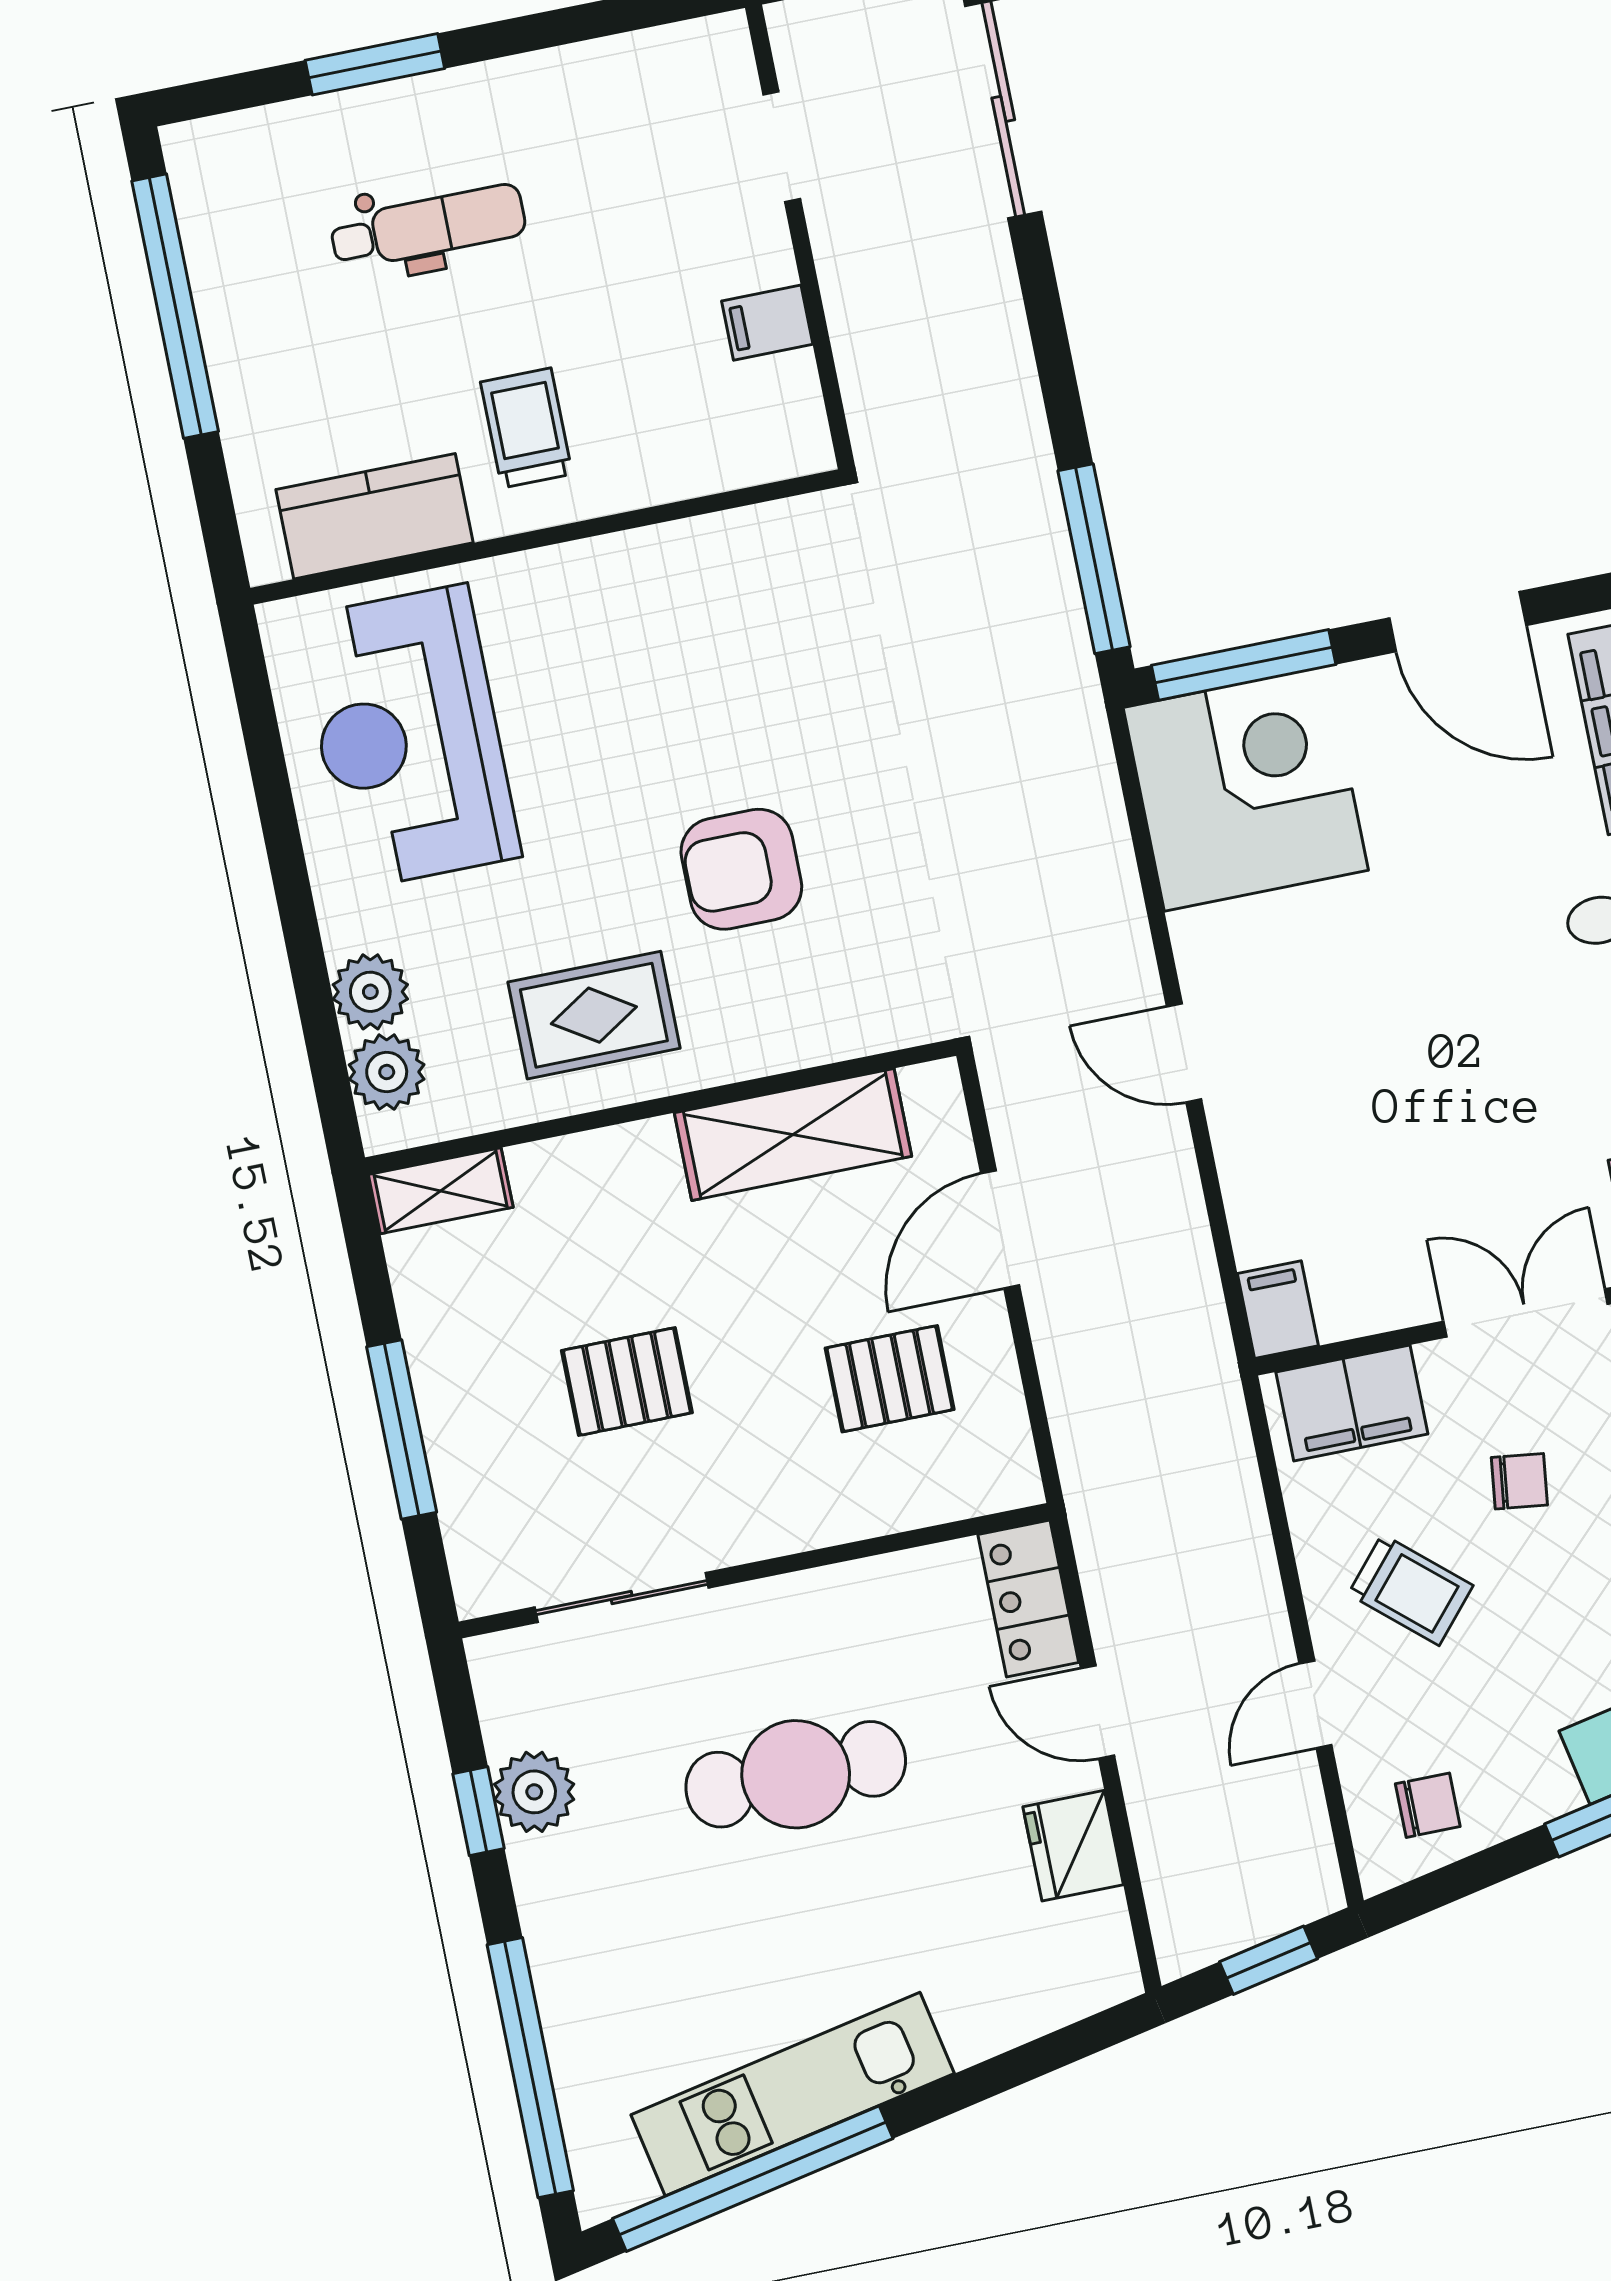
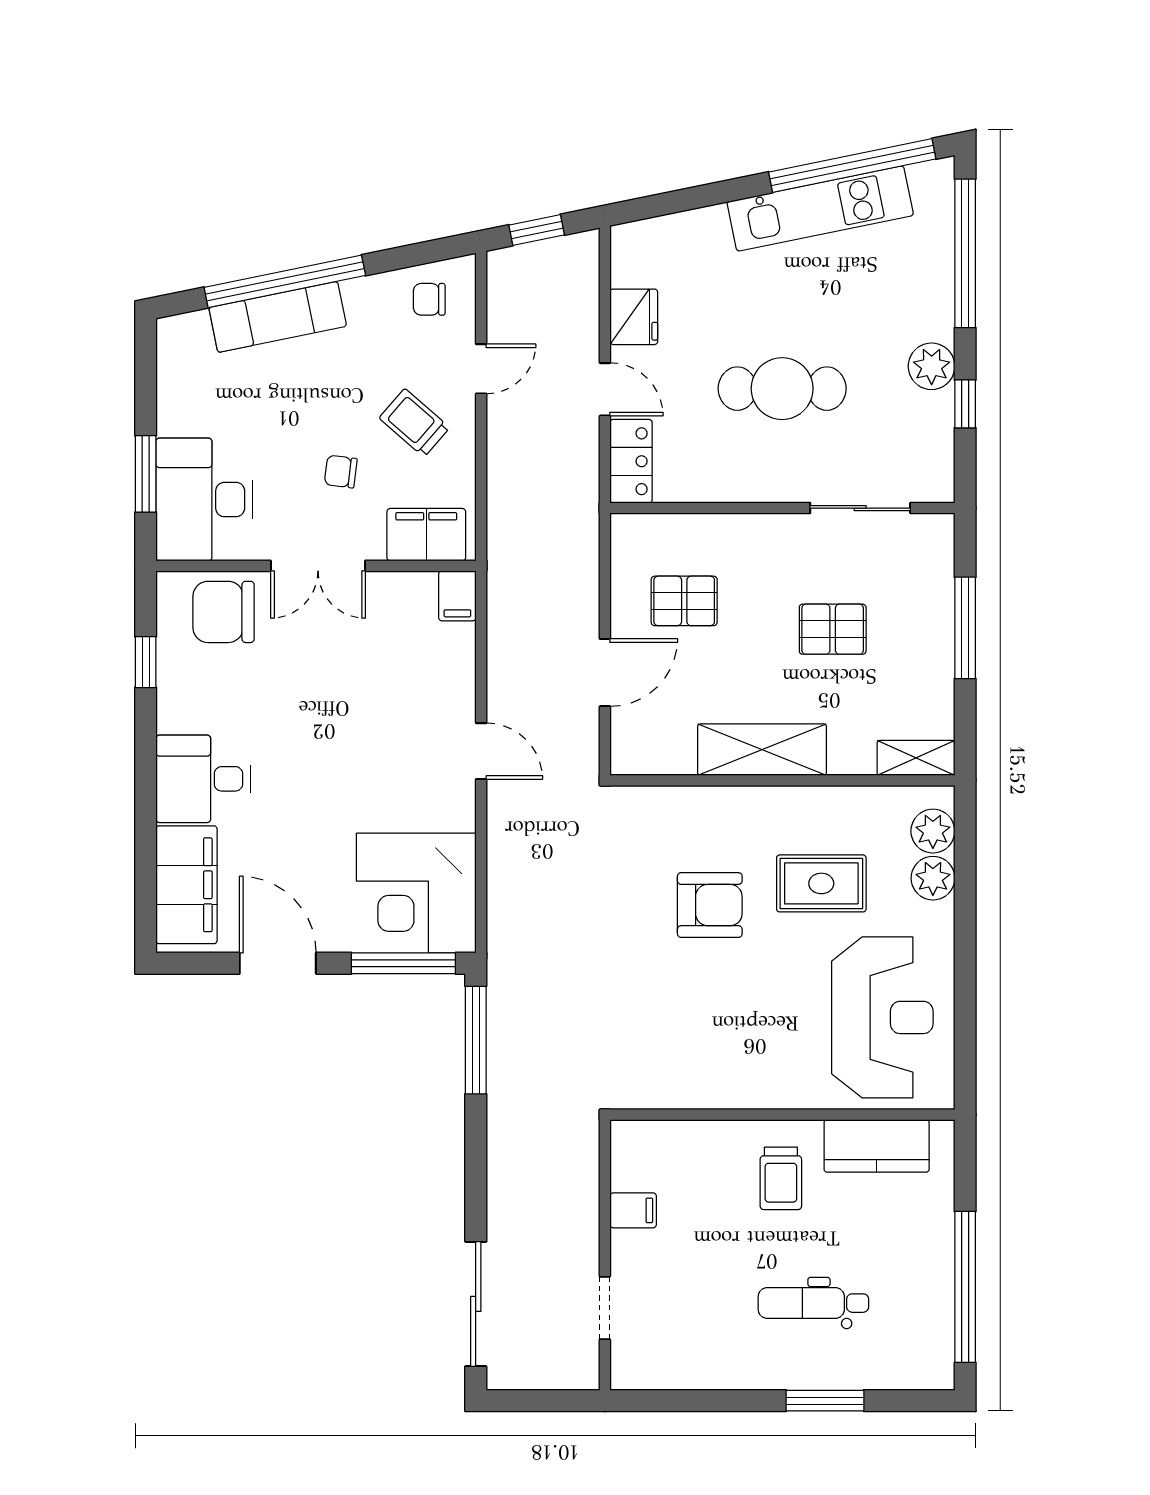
rug: (594, 1015) -> (821, 883), moved
shelving: (793, 1134) -> (762, 750), moved
plant: (534, 1792) -> (932, 366), moved

